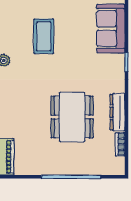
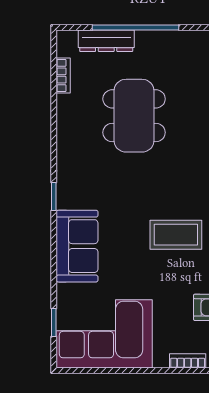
coffee table: (44, 36) -> (176, 235), turned 90
dresser: (118, 112) -> (106, 41), moved, turned 90

